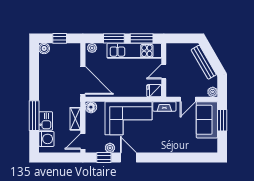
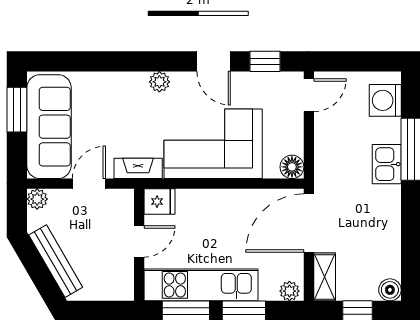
door: (83, 80) -> (309, 223), hinge flipped
shelving: (75, 119) -> (325, 277), moved
sofa: (207, 120) -> (49, 127), width x1.36
window: (222, 120) -> (17, 110), moved
kitchen sink: (46, 121) -> (387, 164), moved
plant: (110, 148) -> (159, 82), moved

